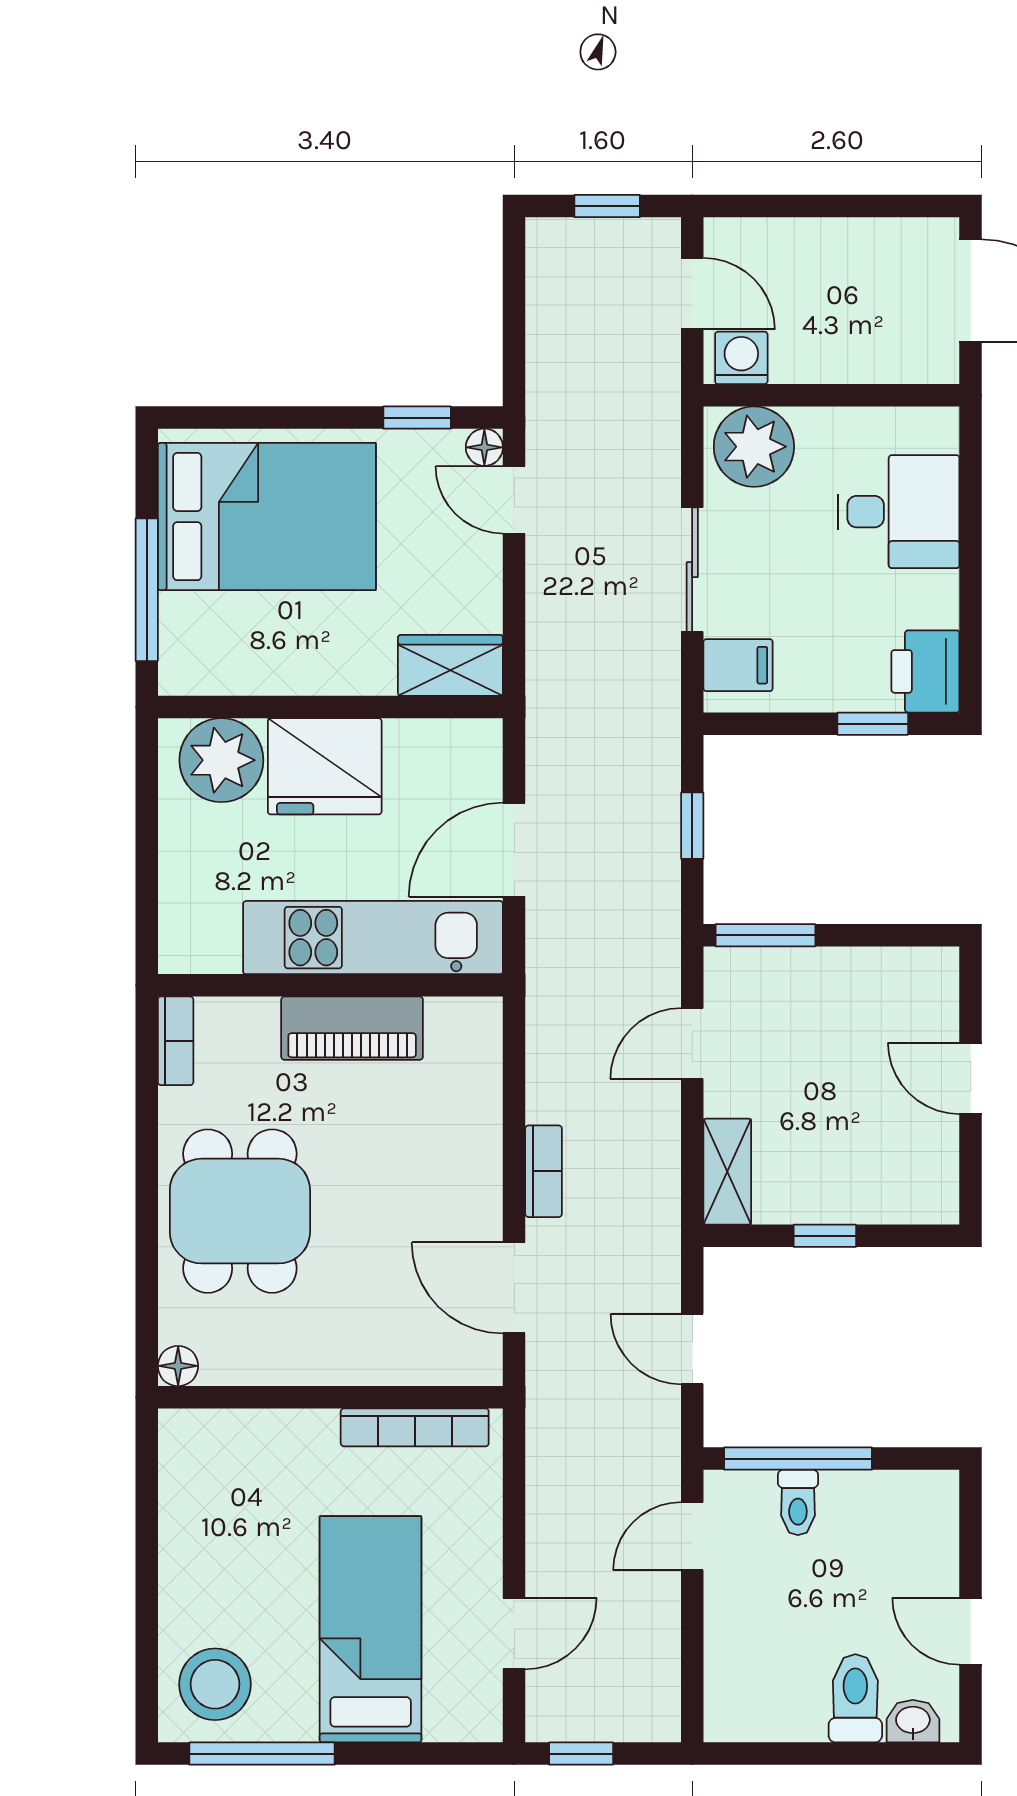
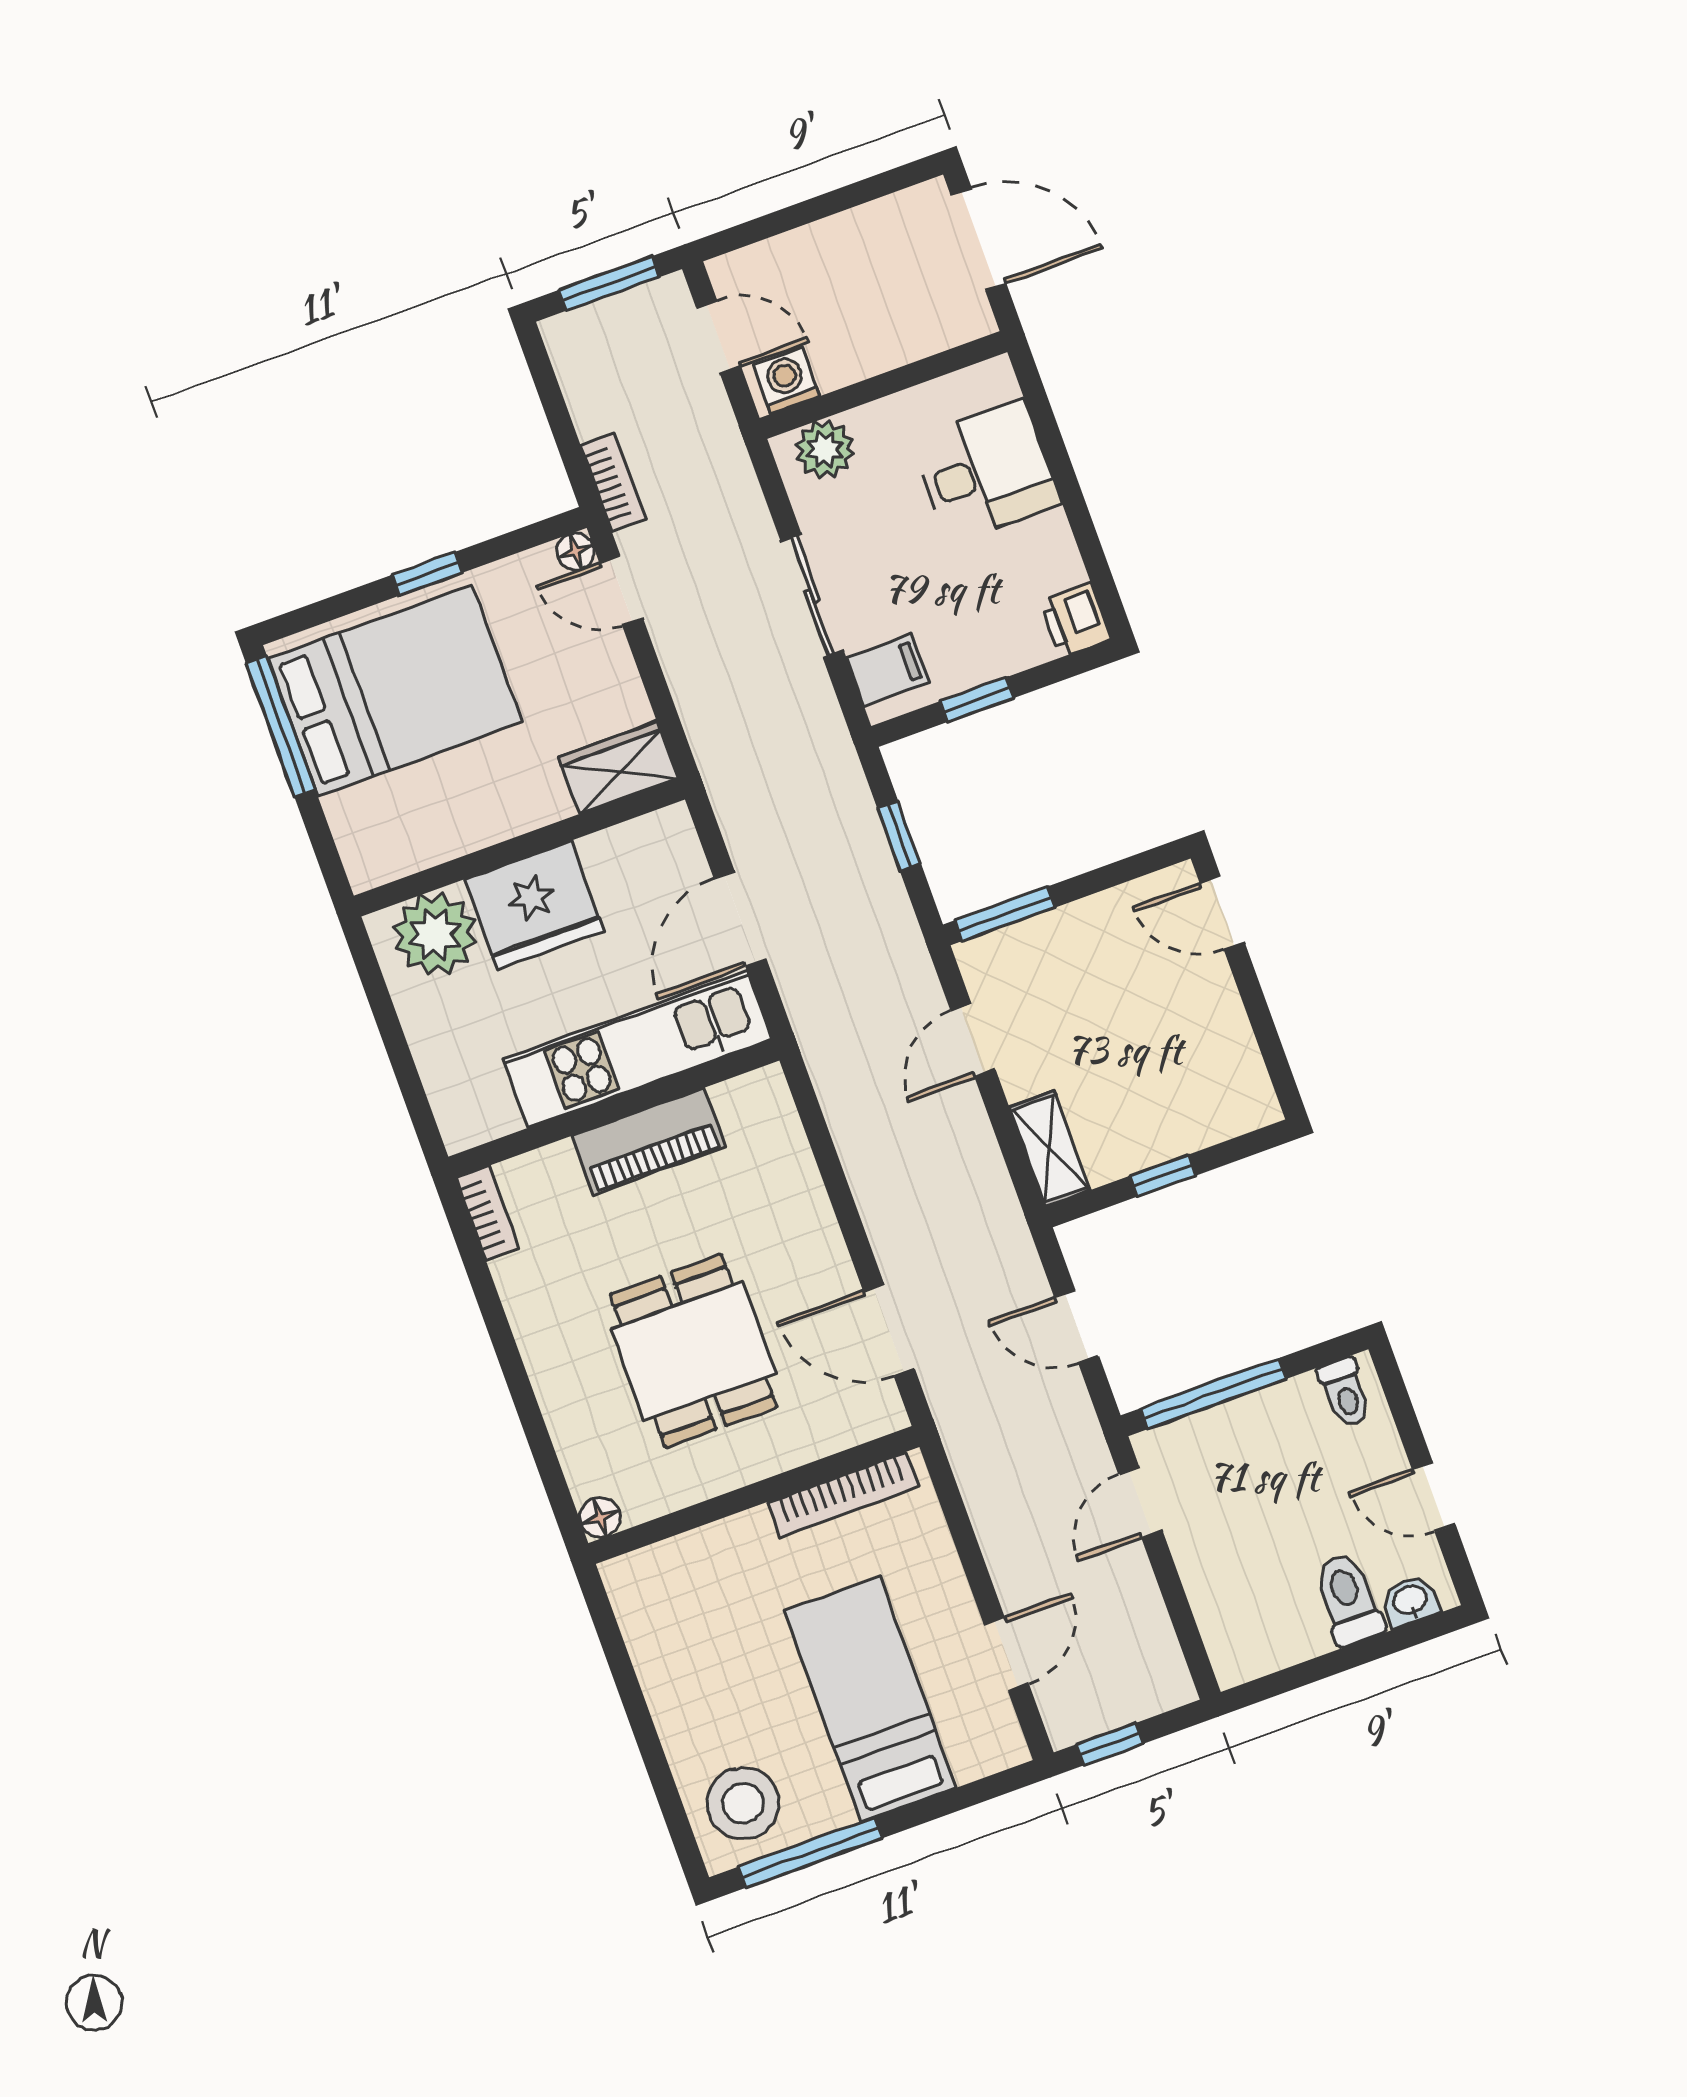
window: (607, 206) -> (609, 284), width x1.50
window: (417, 418) -> (427, 574), moved
plant: (754, 447) -> (825, 449), width x0.73, depth x0.73
window: (147, 590) -> (281, 727), moved
printer: (925, 671) -> (1075, 620), width x0.73, depth x0.81
window: (873, 724) -> (977, 700), moved
door: (971, 1078) -> (1222, 913), moved
bookcase: (544, 1171) -> (613, 482), moved
dining table: (240, 1211) -> (694, 1351), moved
toilet: (798, 1502) -> (1345, 1392), moved

